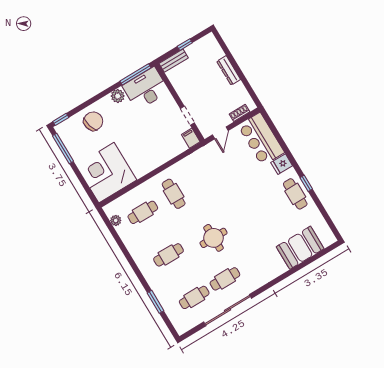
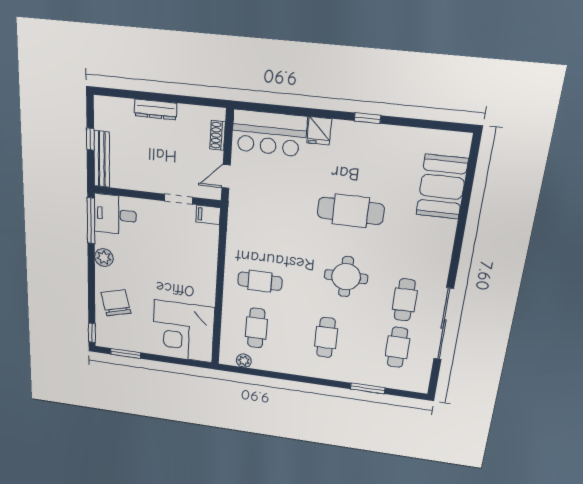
bench: (174, 61) -> (102, 159), width x1.36
desk: (146, 89) -> (115, 215), width x0.73
door: (220, 133) -> (226, 176), swing flipped
window: (63, 149) -> (126, 353), width x0.69
cafe table: (295, 194) -> (351, 211), moved, width x1.37, depth x1.35

